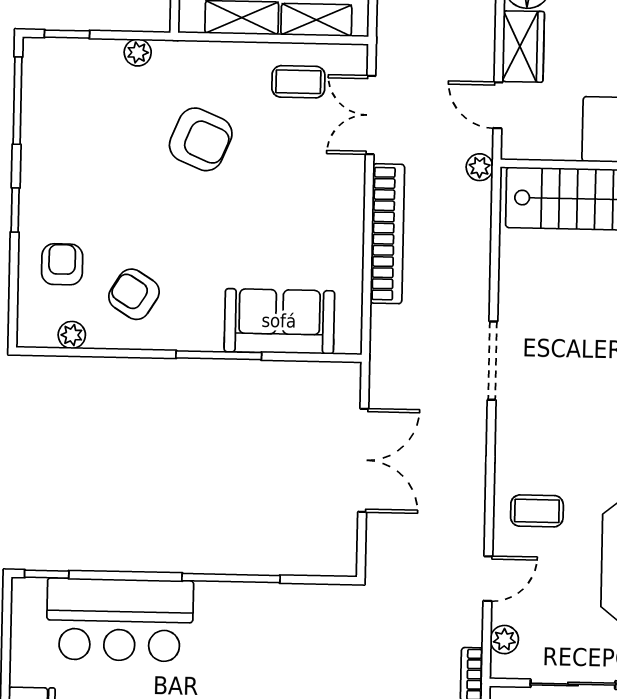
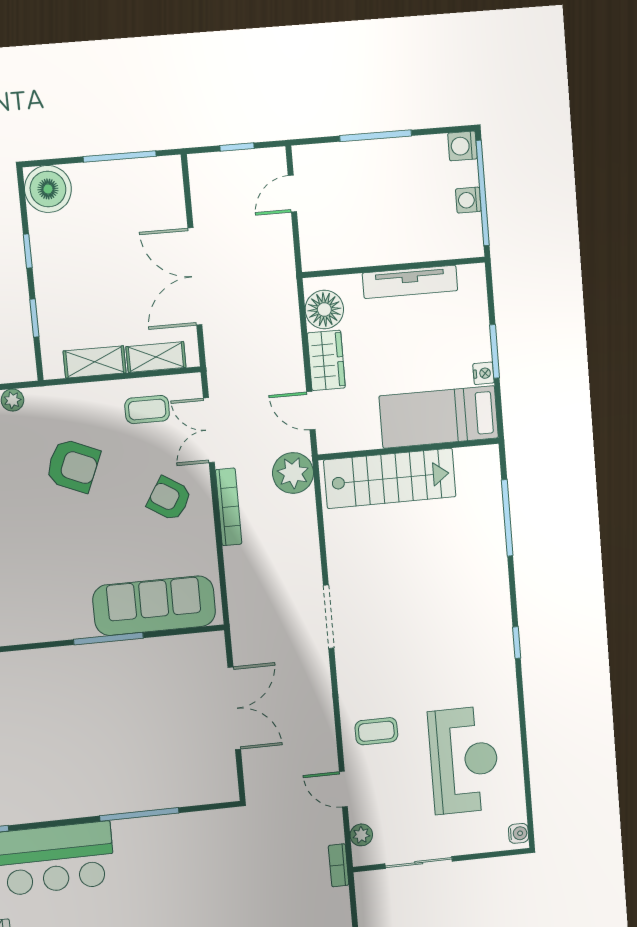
plant: (480, 167) -> (293, 473), width x1.87, depth x1.87
bookcase: (387, 234) -> (229, 507), width x0.68, depth x0.76
armchair: (134, 294) -> (169, 499), moved
sofa: (279, 321) -> (154, 606), width x1.36
door: (488, 579) -> (343, 789), swing flipped

